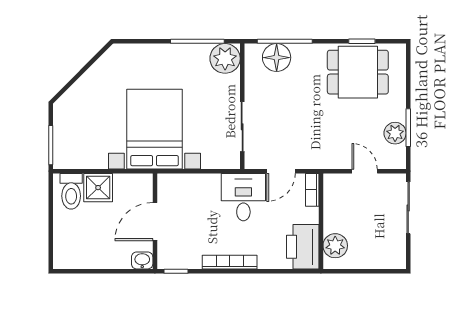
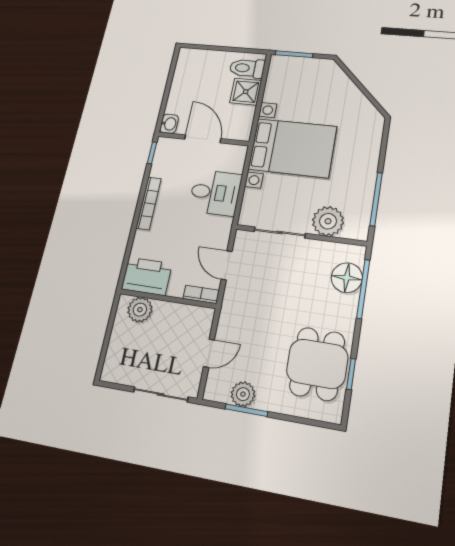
plant: (225, 58) -> (328, 221), moved
desk: (243, 197) -> (215, 193), moved

